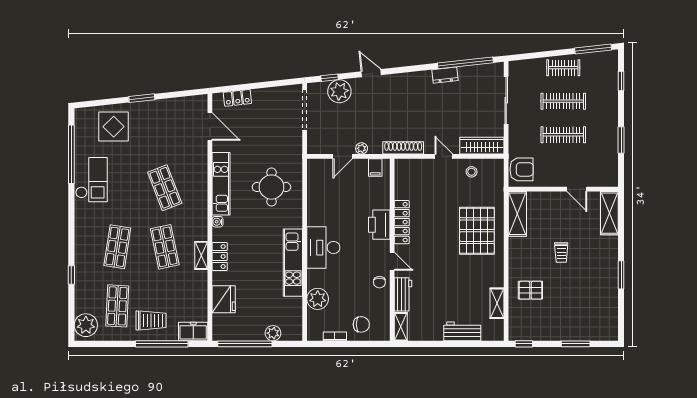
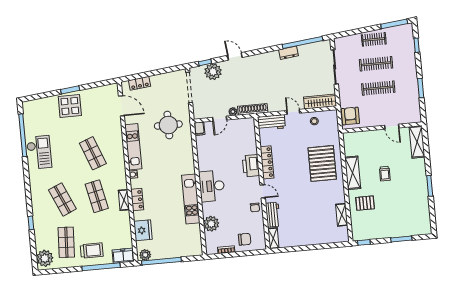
display table: (114, 127) -> (70, 106), moved
shoe rack: (403, 148) -> (253, 109), moved
filing cabinet: (375, 168) -> (199, 129), moved
armchair: (522, 169) -> (350, 116), turned -90
round table: (271, 187) -> (168, 125), moved
shelving: (517, 214) -> (353, 173), moved
shop shelf: (117, 247) -> (62, 199), turned -33
workbench: (462, 331) -> (271, 122), moved, turned 180
plant: (273, 333) -> (145, 255), moved

